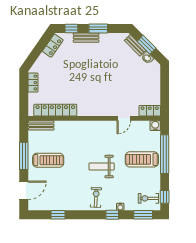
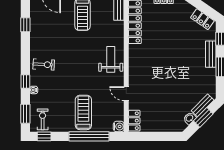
weight bench: (102, 166) -> (111, 59), moved

